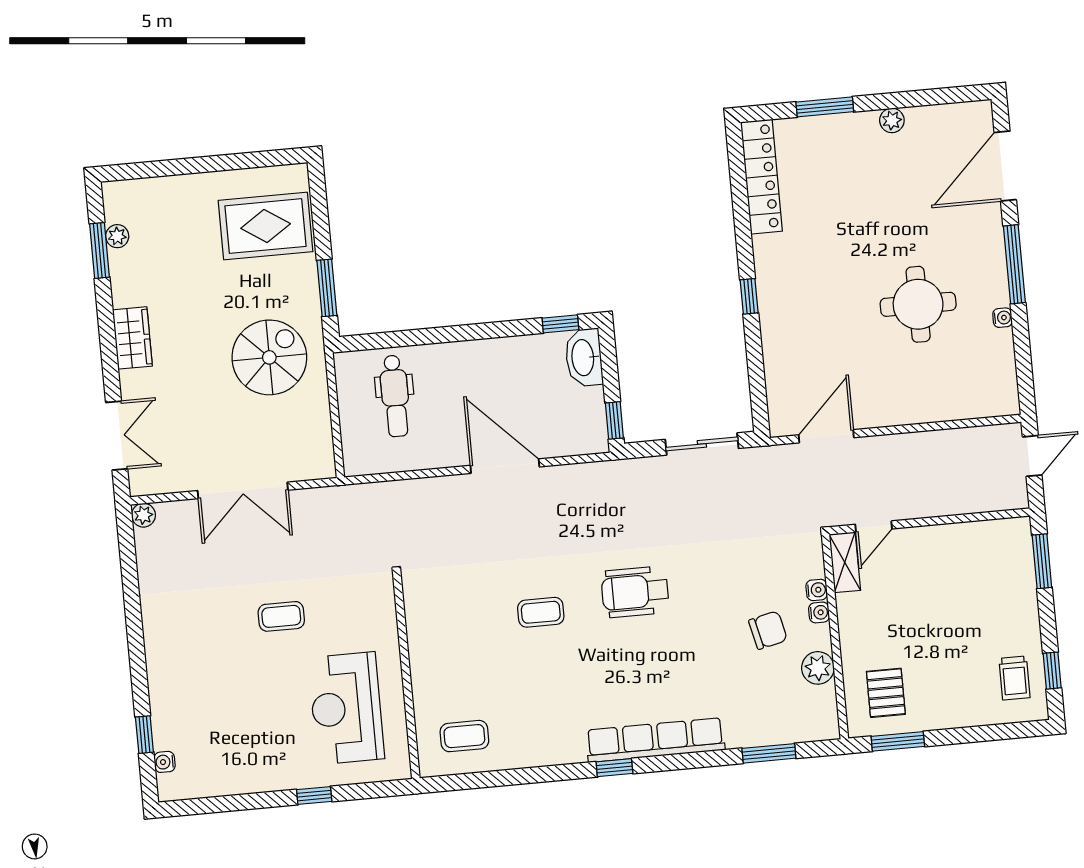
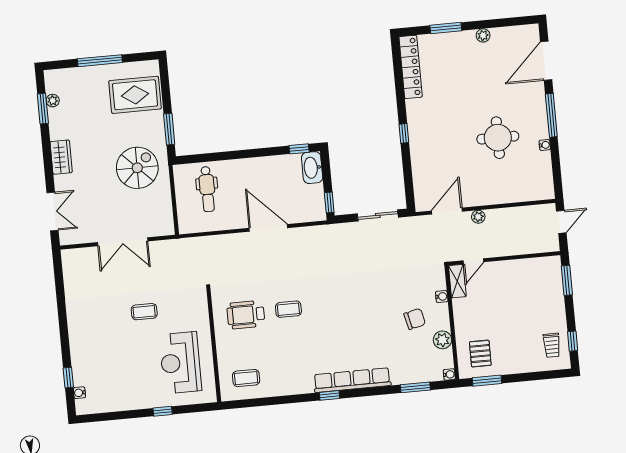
window: (203, 165) -> (100, 61), added
plant: (143, 515) -> (478, 217), moved
wheelchair: (635, 592) -> (246, 315), moved
water cooler: (819, 612) -> (449, 374), moved

